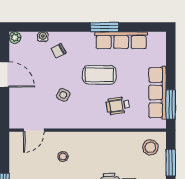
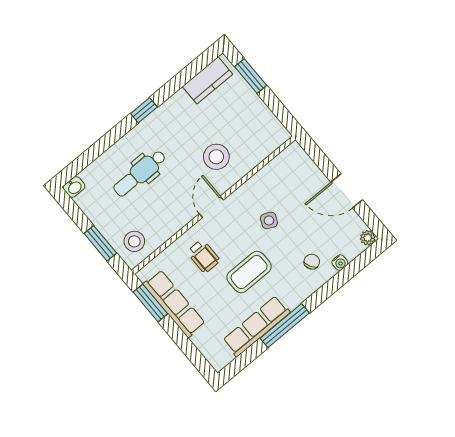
window: (105, 27) -> (285, 326), width x1.44
wheelchair: (118, 106) -> (204, 256), turned 99
door: (34, 130) -> (211, 207), moved
stool: (63, 157) -> (216, 157), width x1.89, depth x1.89

